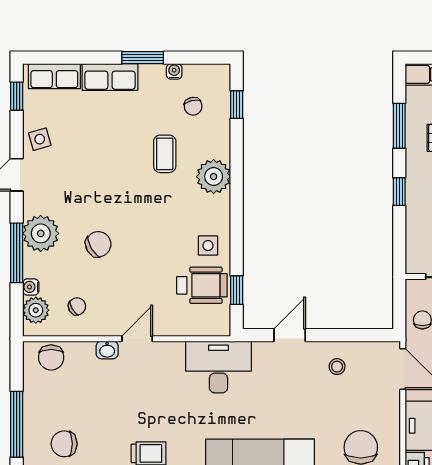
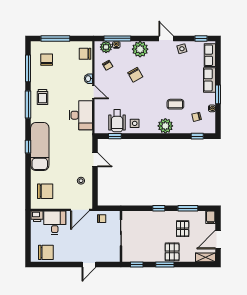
window: (17, 253) -> (117, 38), moved
desk: (219, 367) -> (81, 115), moved

